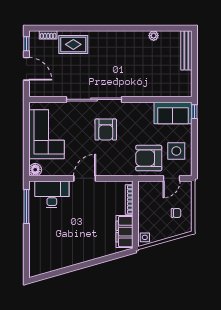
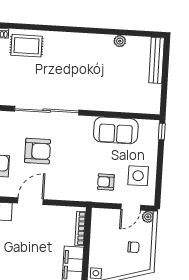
sofa: (173, 113) -> (116, 130), moved
armchair: (106, 130) -> (38, 151), moved, turned -90
armchair: (149, 158) -> (106, 182), width x0.53, depth x0.53
plant: (187, 186) -> (148, 217), added

